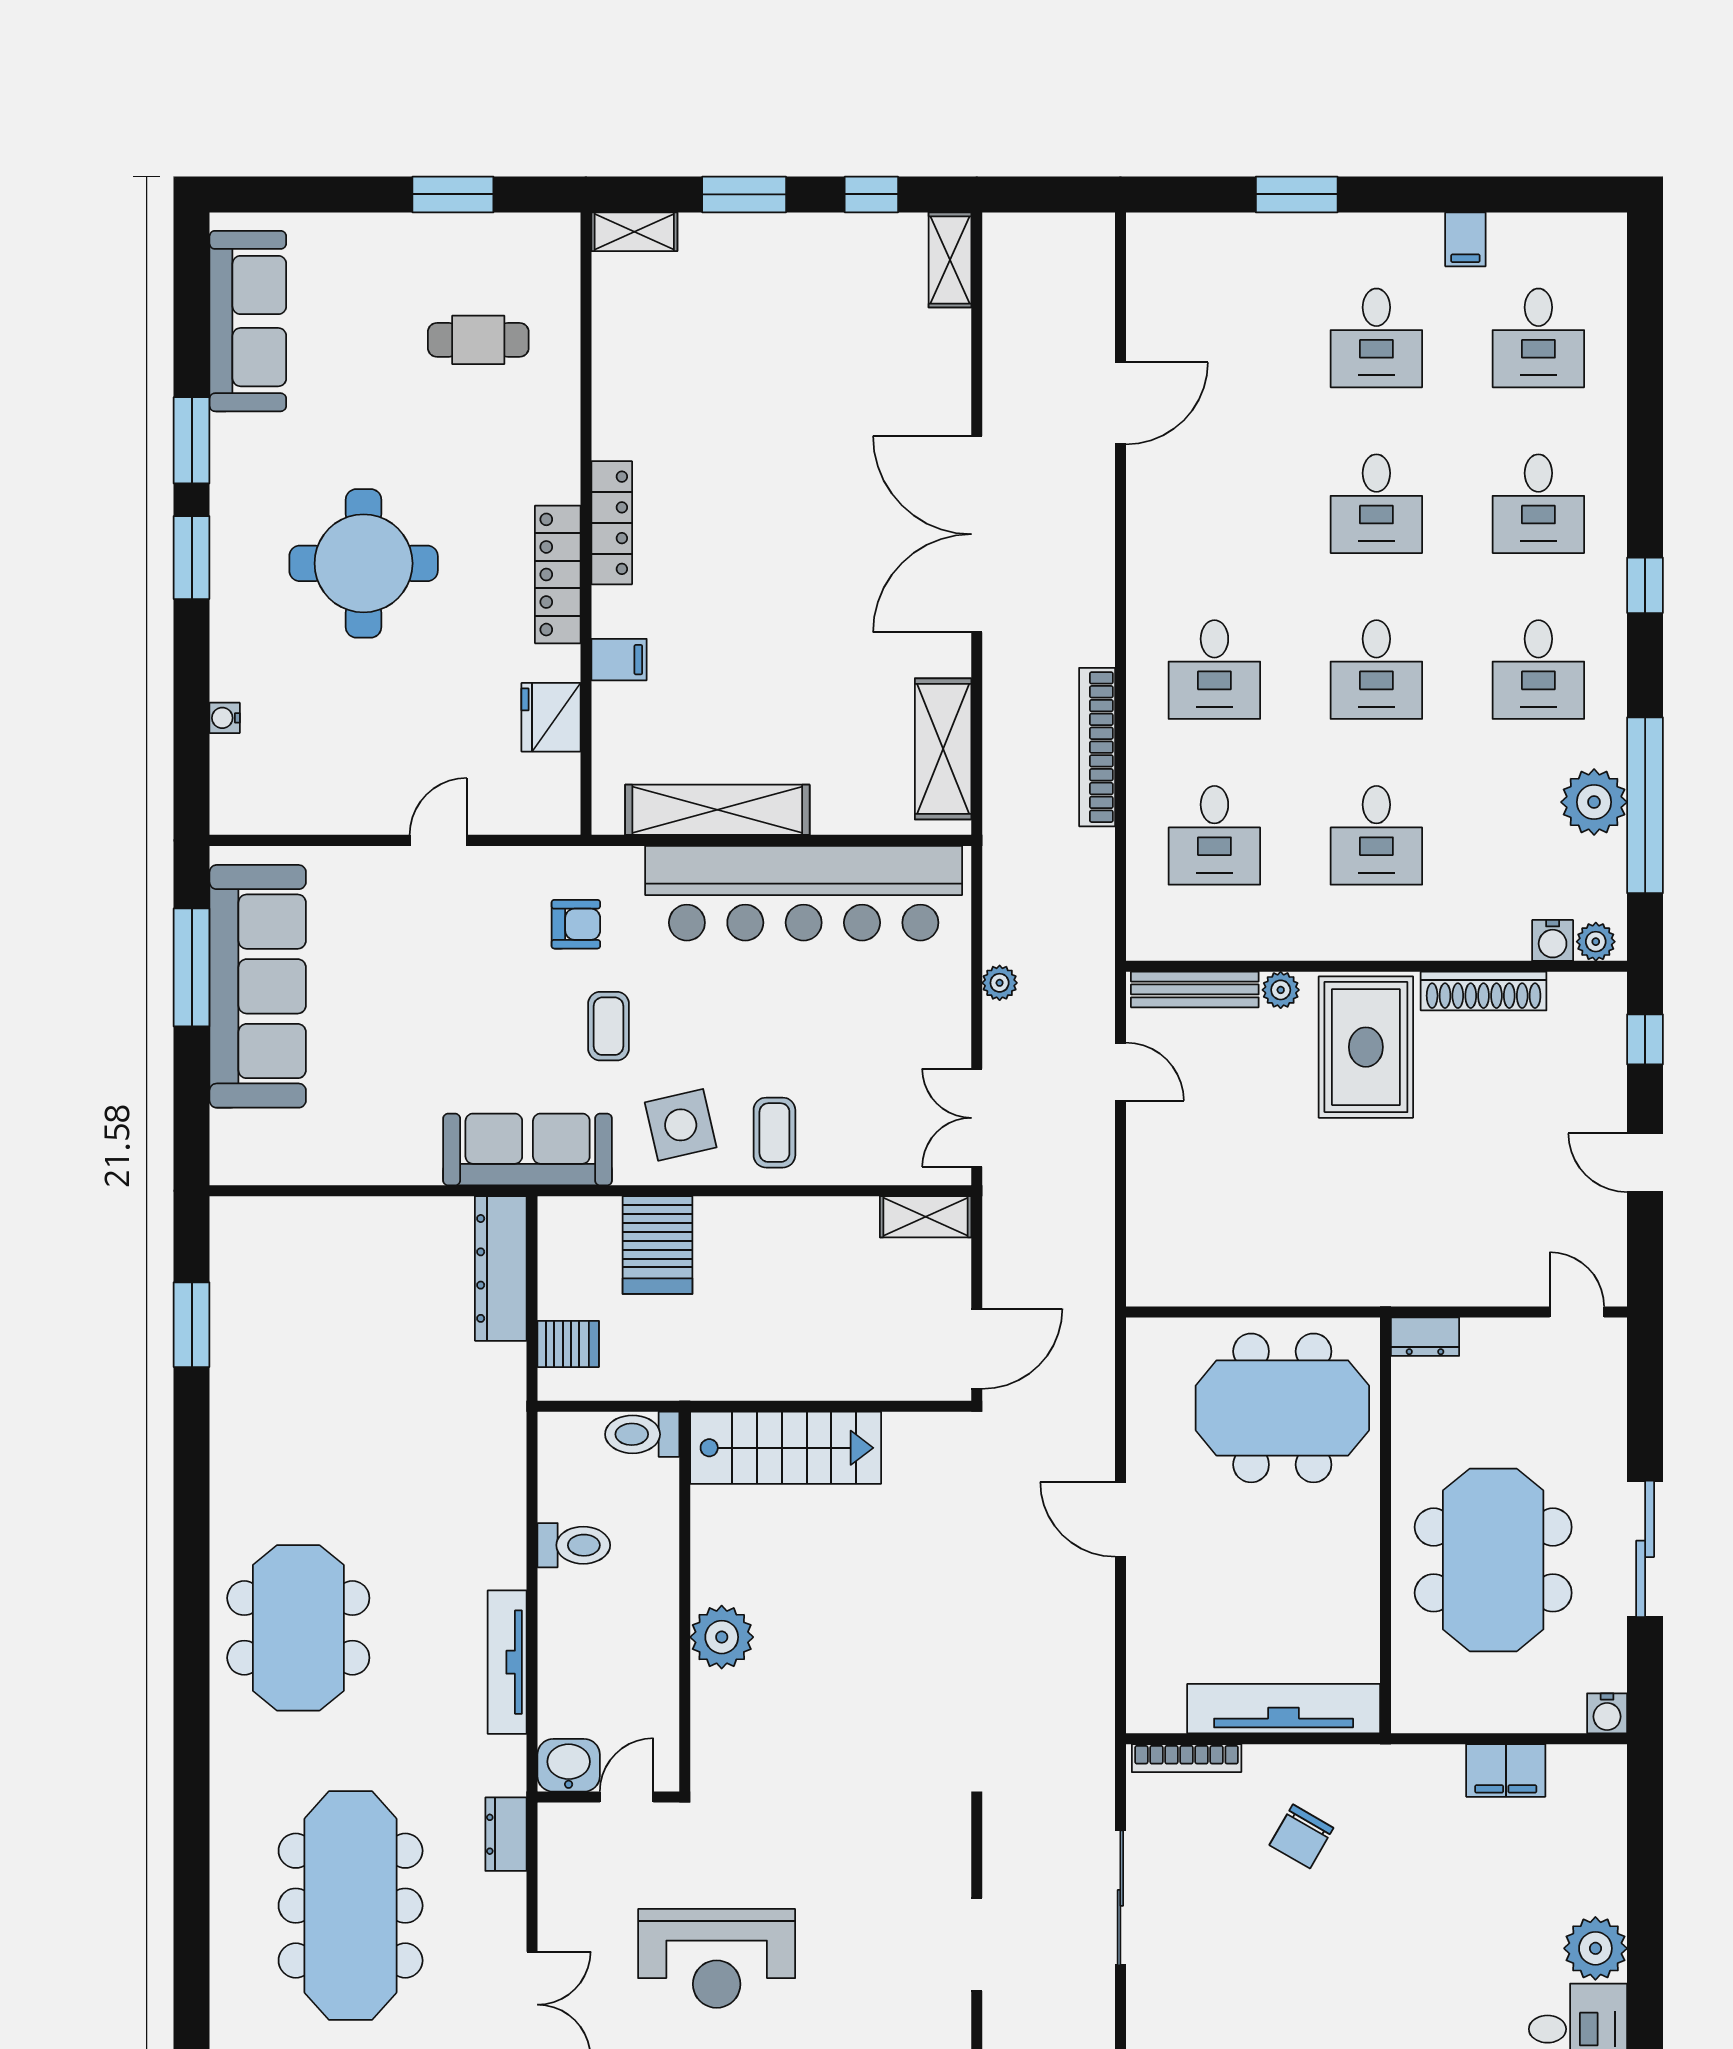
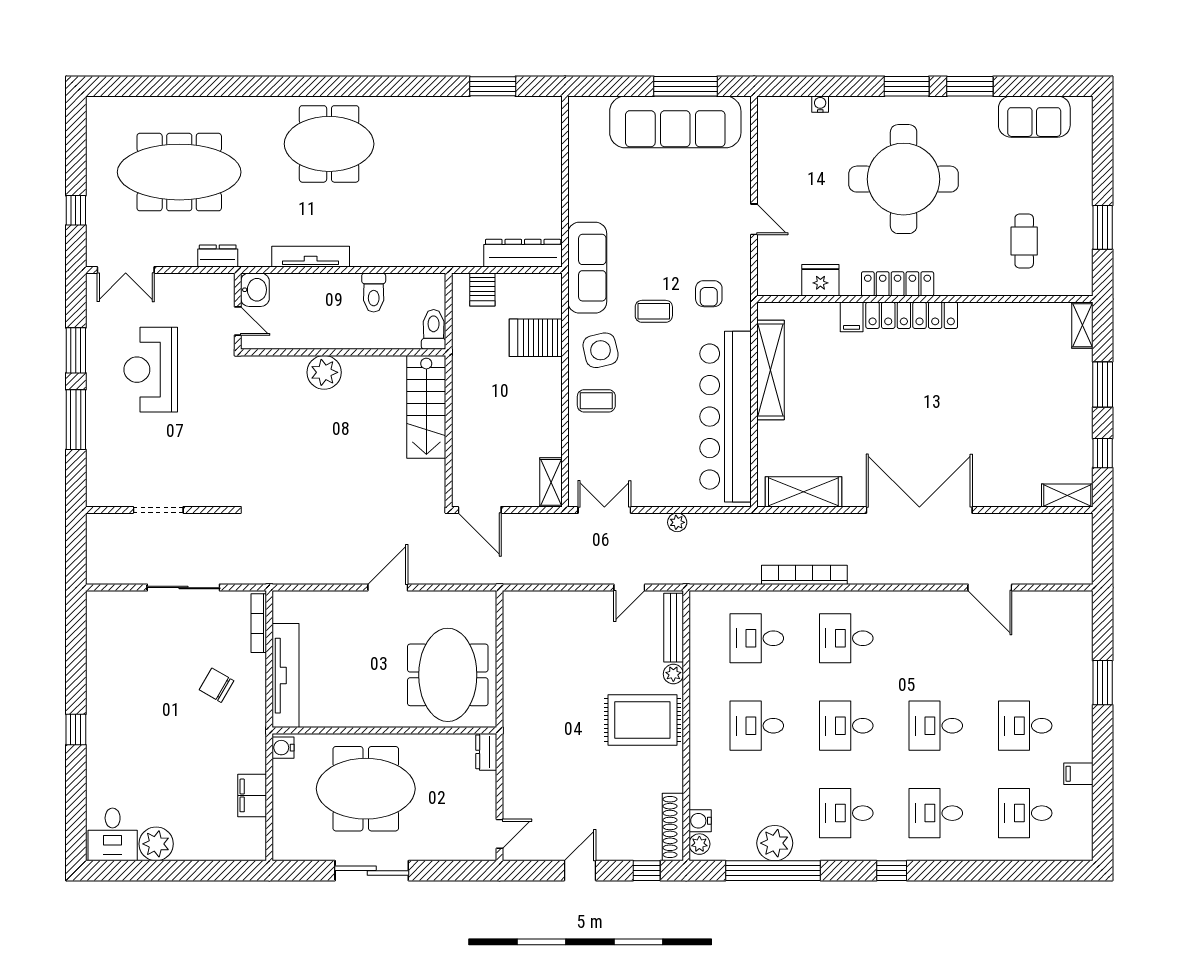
sofa: (248, 321) -> (1034, 117), width x0.73
locker: (612, 523) -> (912, 315), width x1.41, depth x1.21
round table: (364, 563) -> (904, 179), width x1.36, depth x1.36
shoe rack: (1484, 991) -> (673, 827), moved
water cooler: (1607, 1713) -> (283, 748), moved

